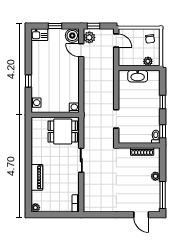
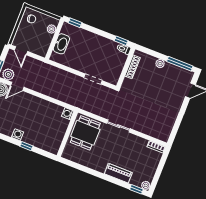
door: (116, 41) -> (21, 51), swing flipped
window: (163, 102) -> (75, 23), moved
washing machine: (36, 103) -> (18, 135), moved
window: (28, 200) -> (136, 189), added

